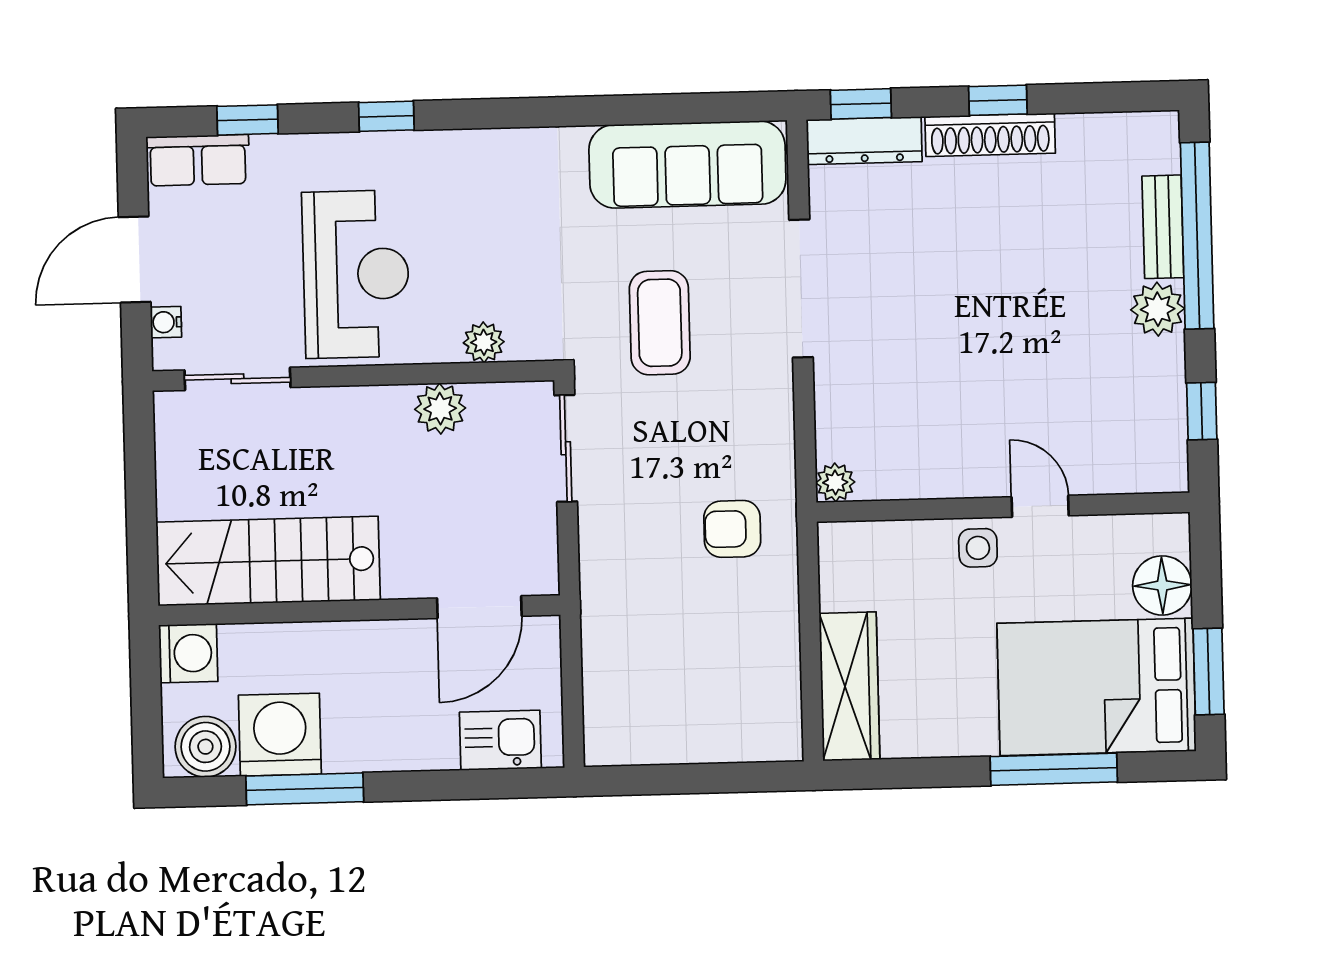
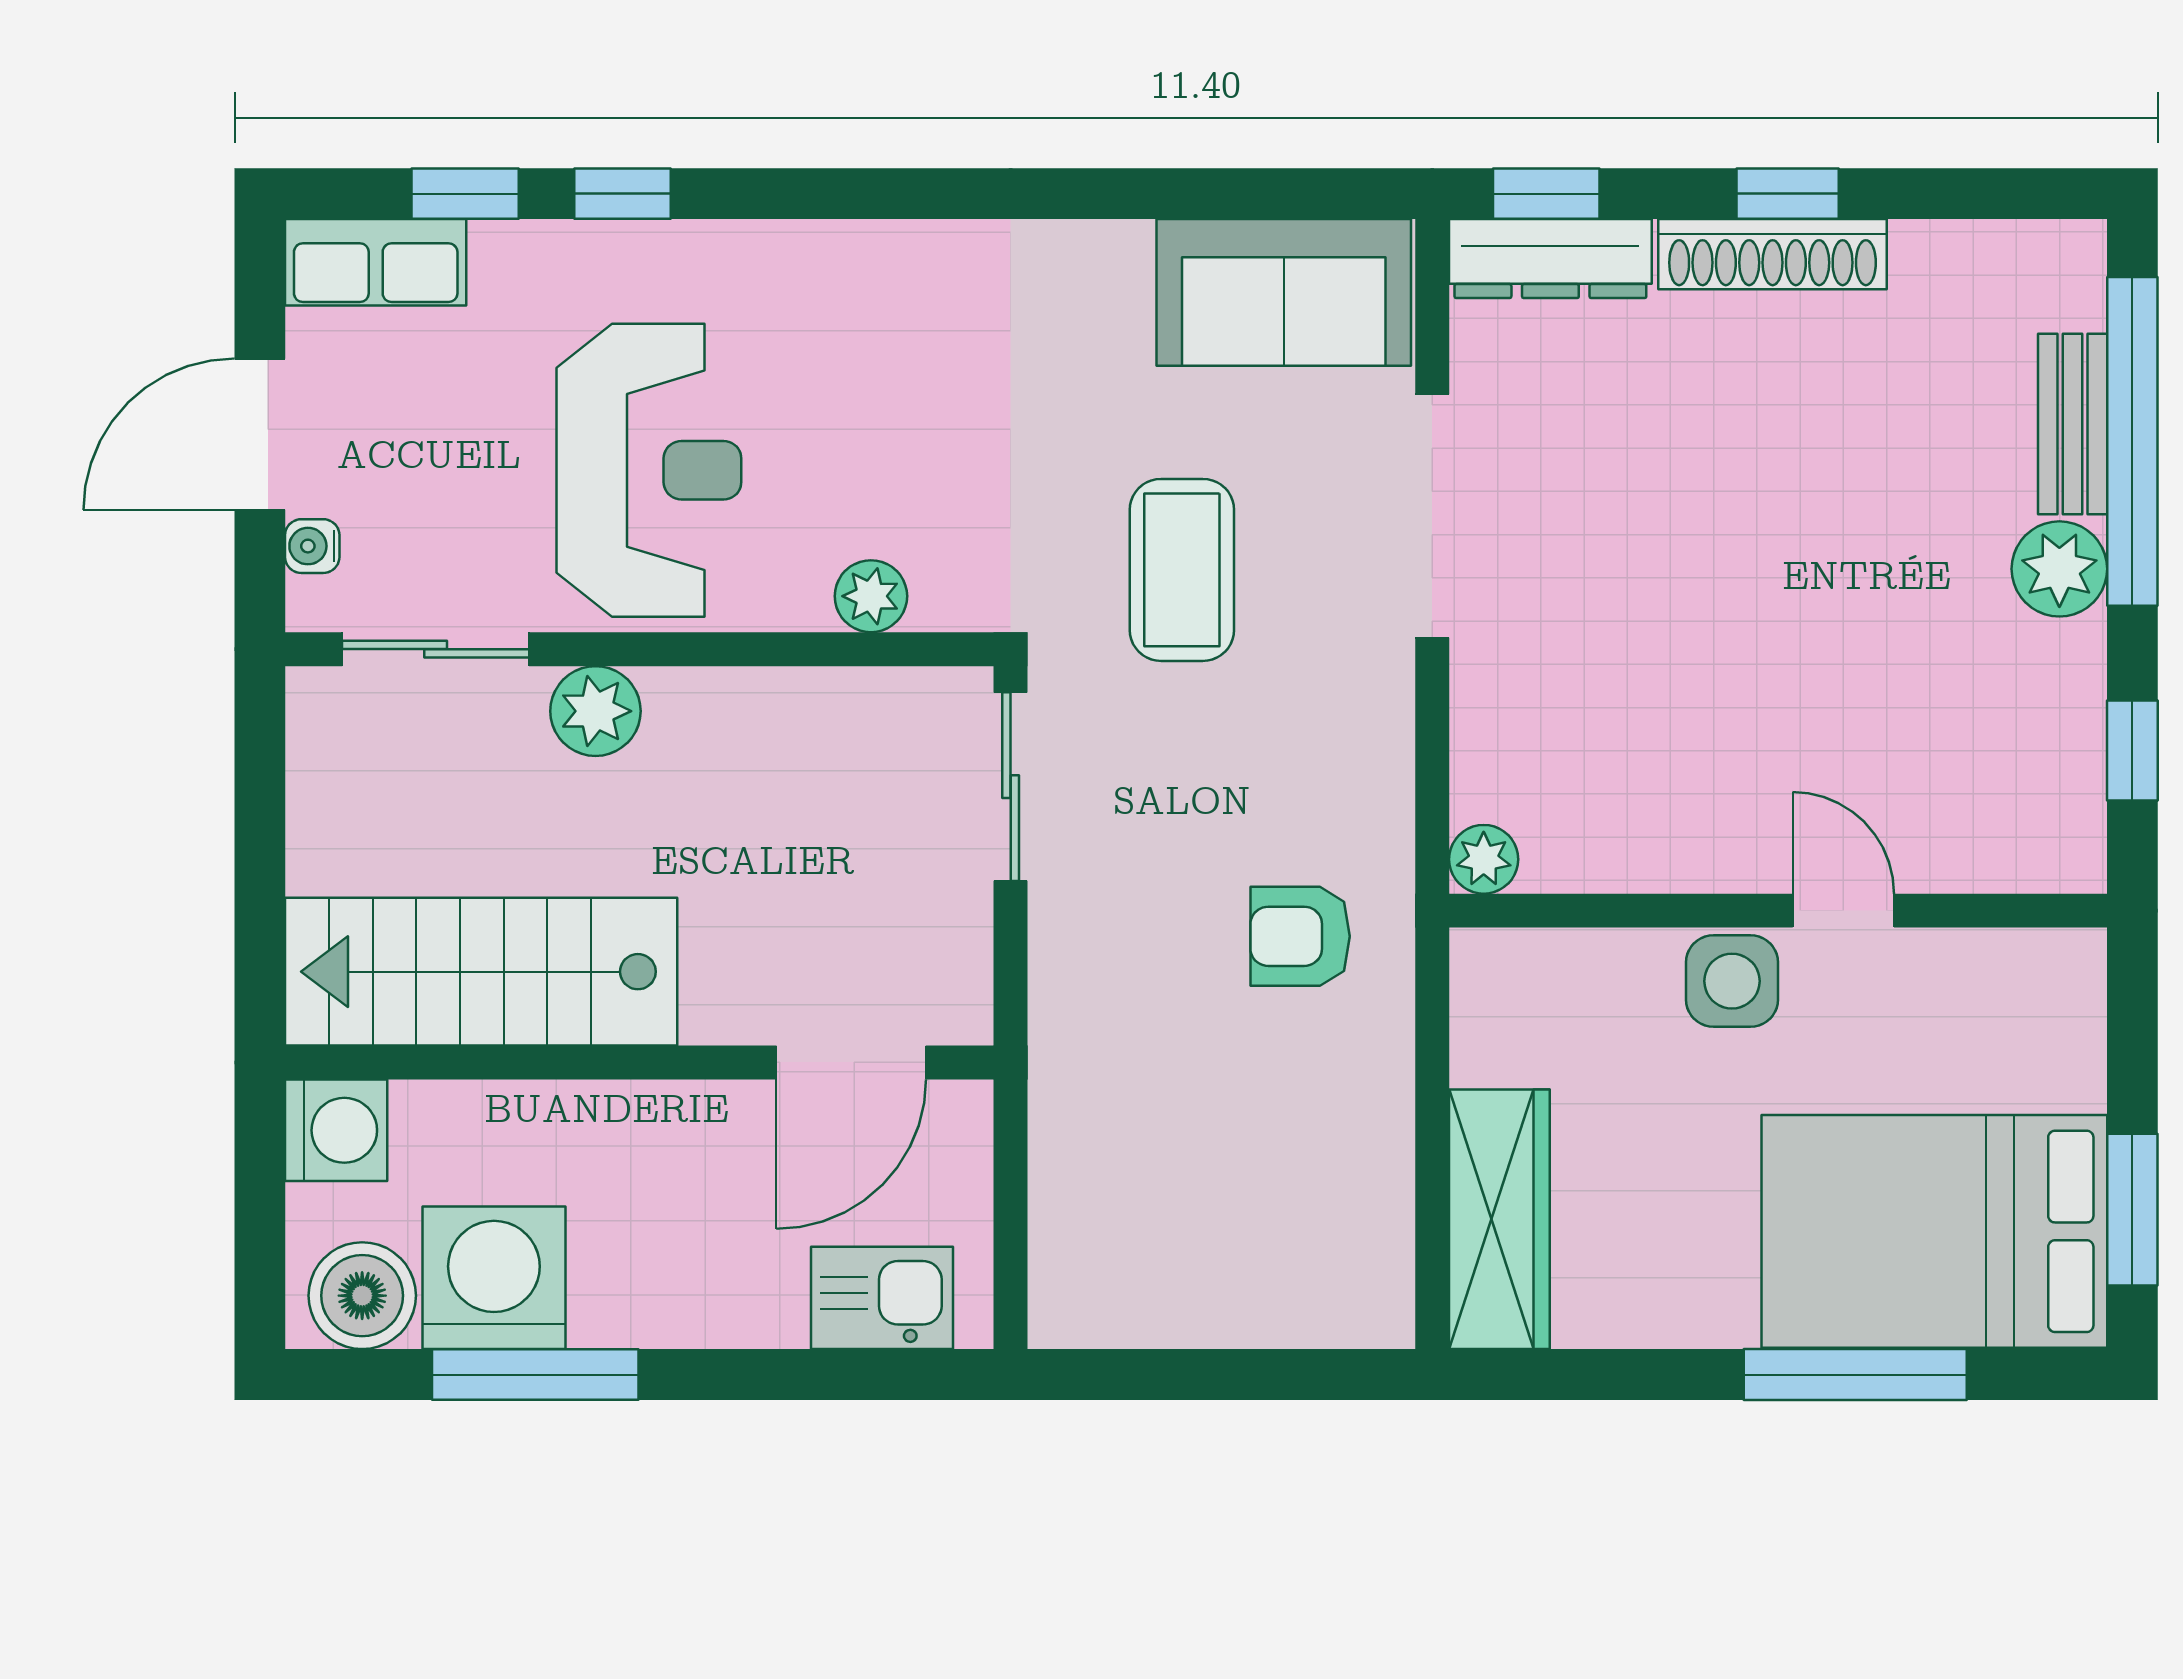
window: (386, 116) -> (623, 194), moved
sofa: (687, 164) -> (1284, 292), width x0.73
plant: (440, 409) -> (595, 711), moved
side table: (978, 548) -> (1732, 981), width x1.37, depth x1.37
floor lamp: (1162, 585) -> (2055, 1056), removed

